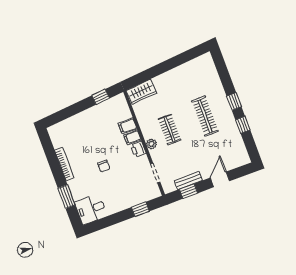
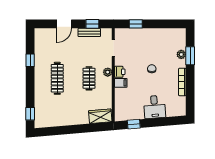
window: (234, 101) -> (30, 114), moved
filing cabinet: (128, 126) -> (121, 93), removed
plant: (77, 194) -> (181, 54), added
desk: (91, 209) -> (154, 107), moved, turned 85

